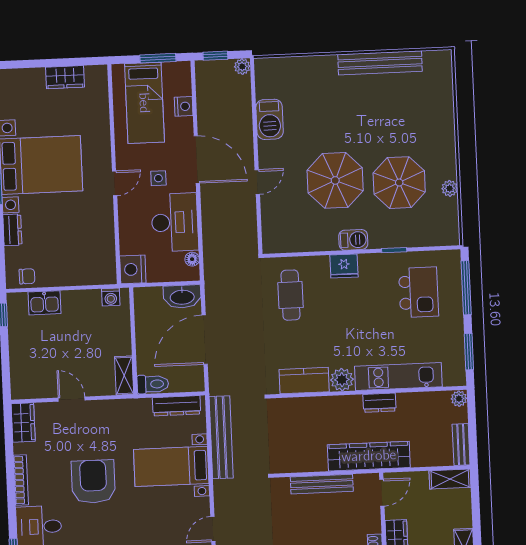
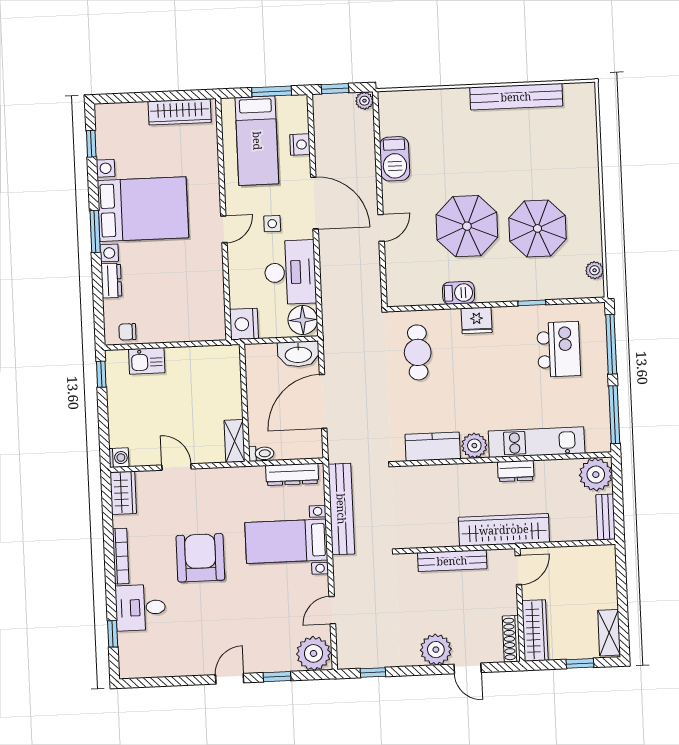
wardrobe: (65, 77) -> (180, 112), width x1.50
plant: (450, 188) -> (595, 270), moved
barbecue: (353, 240) -> (459, 293), moved
floor lamp: (192, 259) -> (303, 320), width x1.89, depth x1.89
chair: (27, 276) -> (127, 332), turned 180
washing machine: (111, 297) -> (119, 458), moved, turned -90
window: (469, 352) -> (614, 415), width x1.44
toilet: (153, 384) -> (261, 453), width x0.73, depth x0.72
plant: (459, 399) -> (596, 475), width x1.88, depth x1.88
shelving: (450, 479) -> (593, 555), removed

